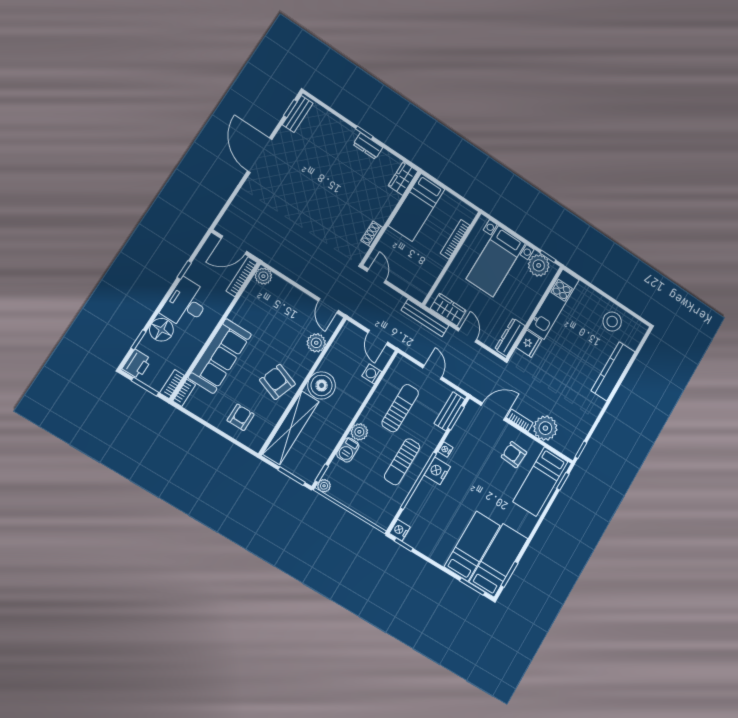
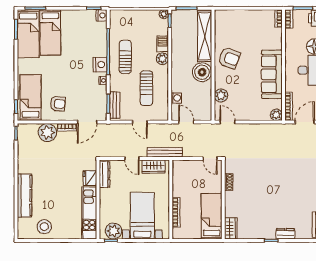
dresser: (368, 146) -> (285, 234), moved
sofa: (220, 356) -> (272, 74), moved
armchair: (241, 417) -> (238, 24), removed

